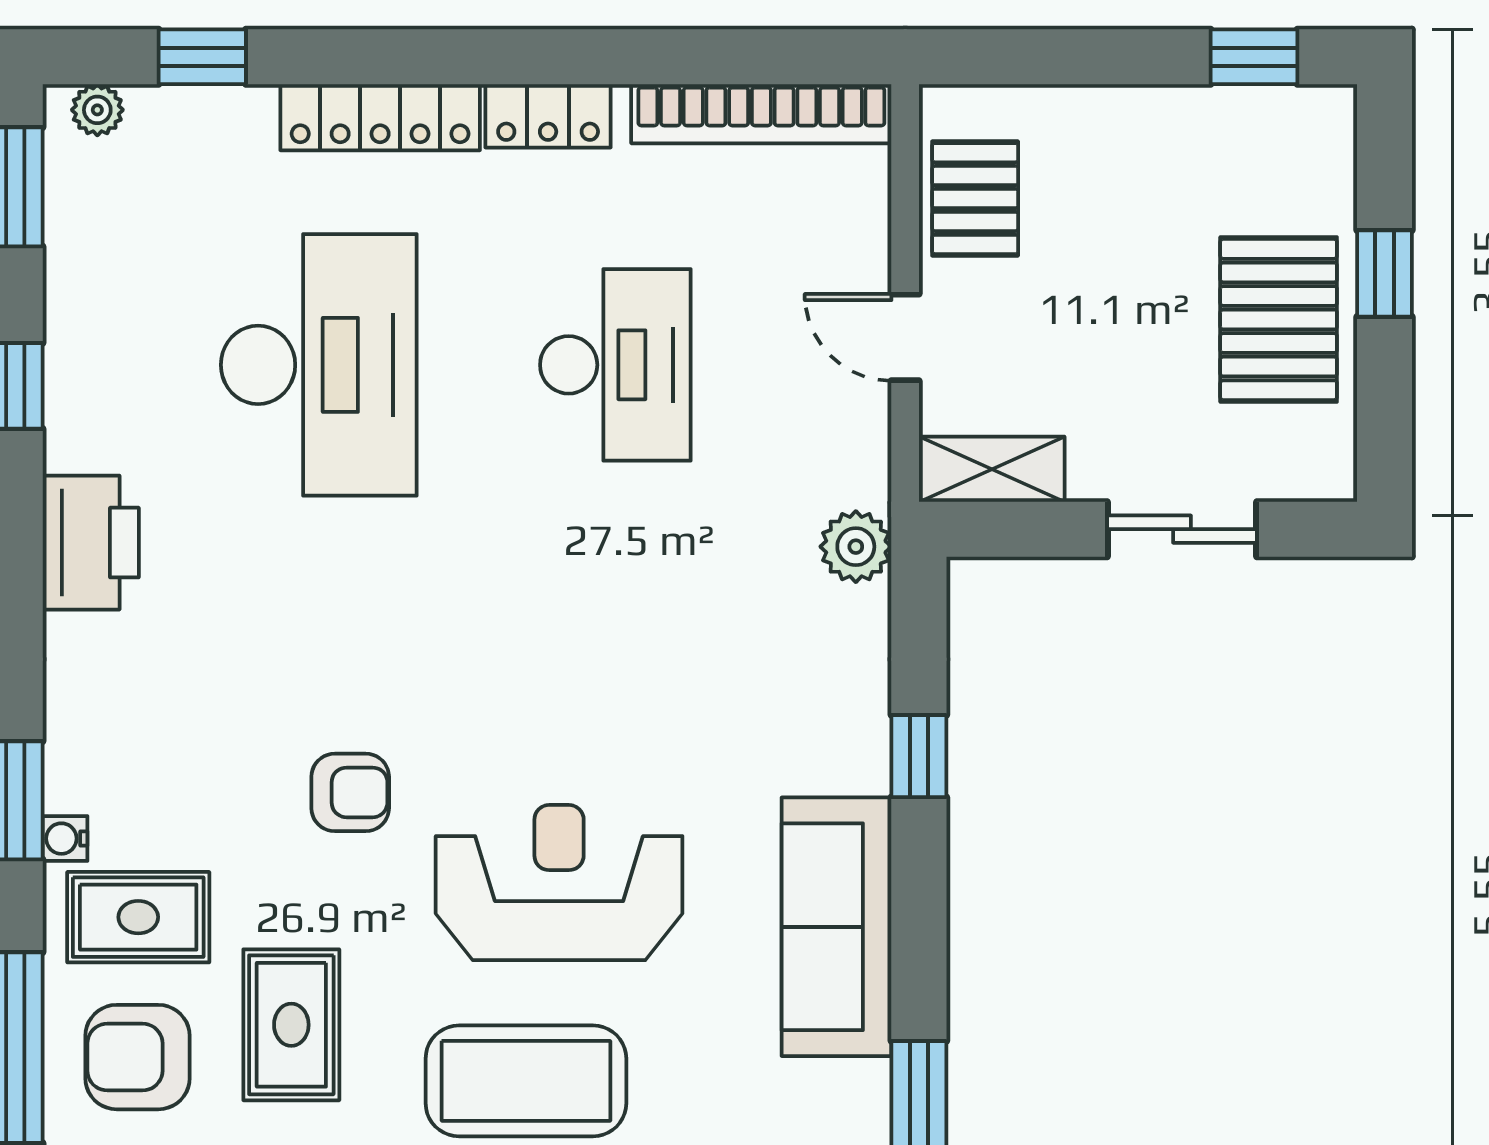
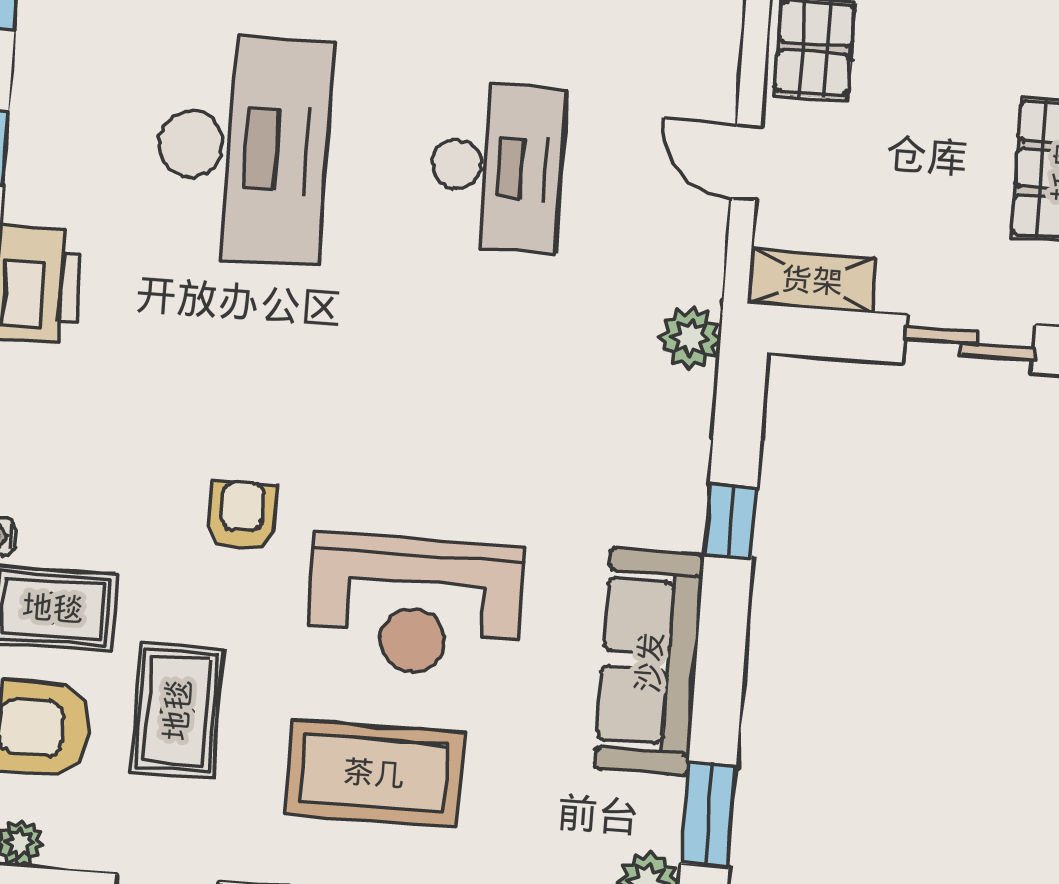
armchair: (350, 792) -> (242, 515), turned -90
reception desk: (559, 883) -> (415, 606), turned 180

